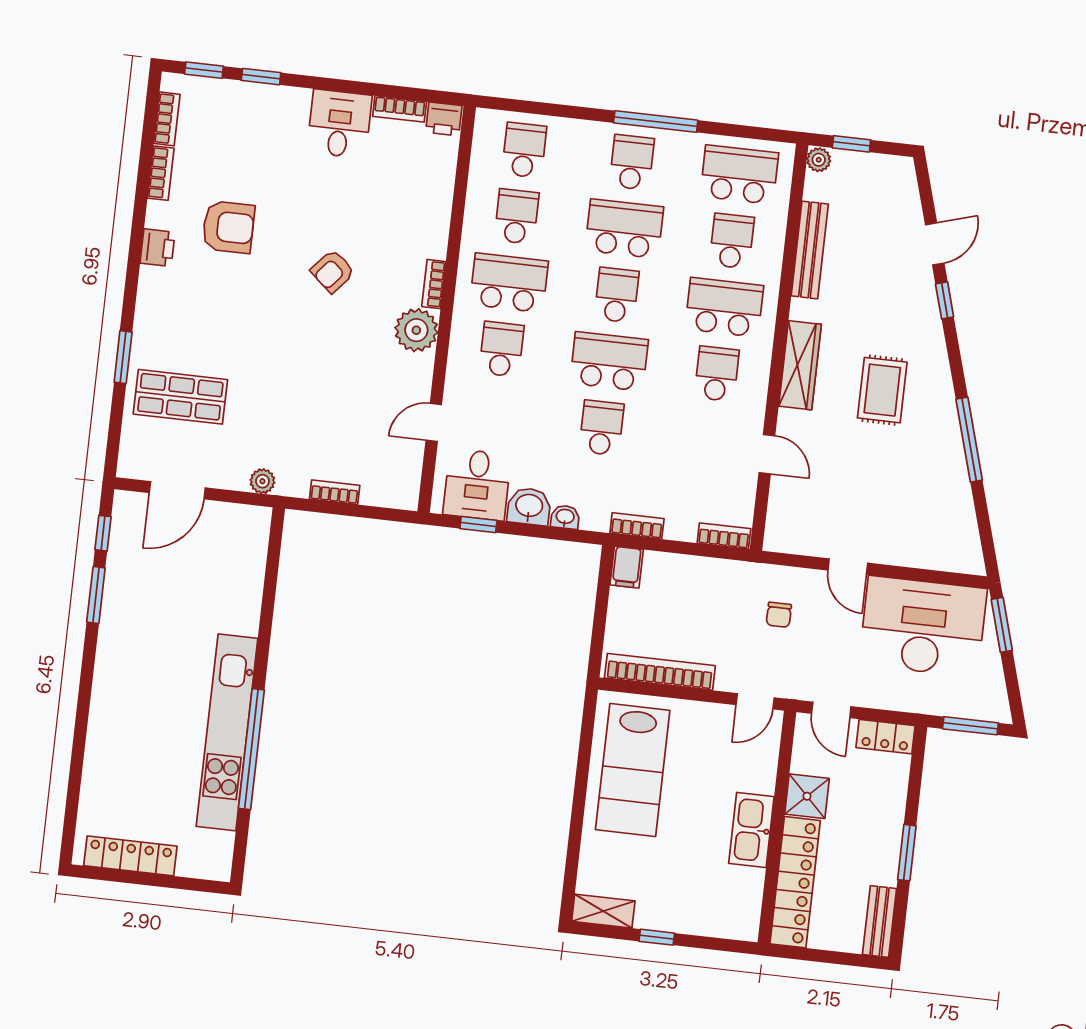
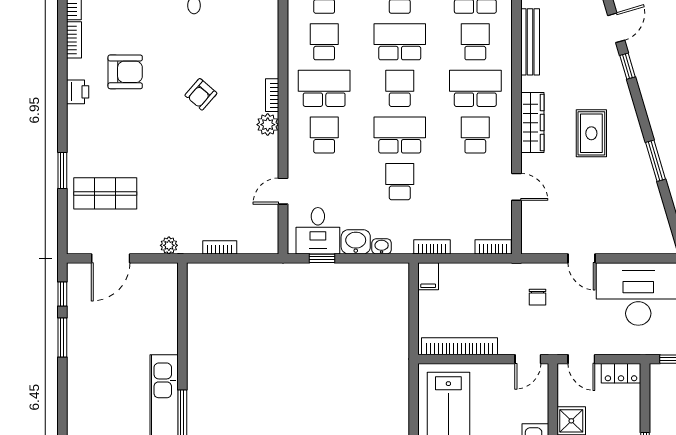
plant: (416, 330) -> (268, 125), width x0.73, depth x0.73
window: (969, 440) -> (656, 161), width x0.69

